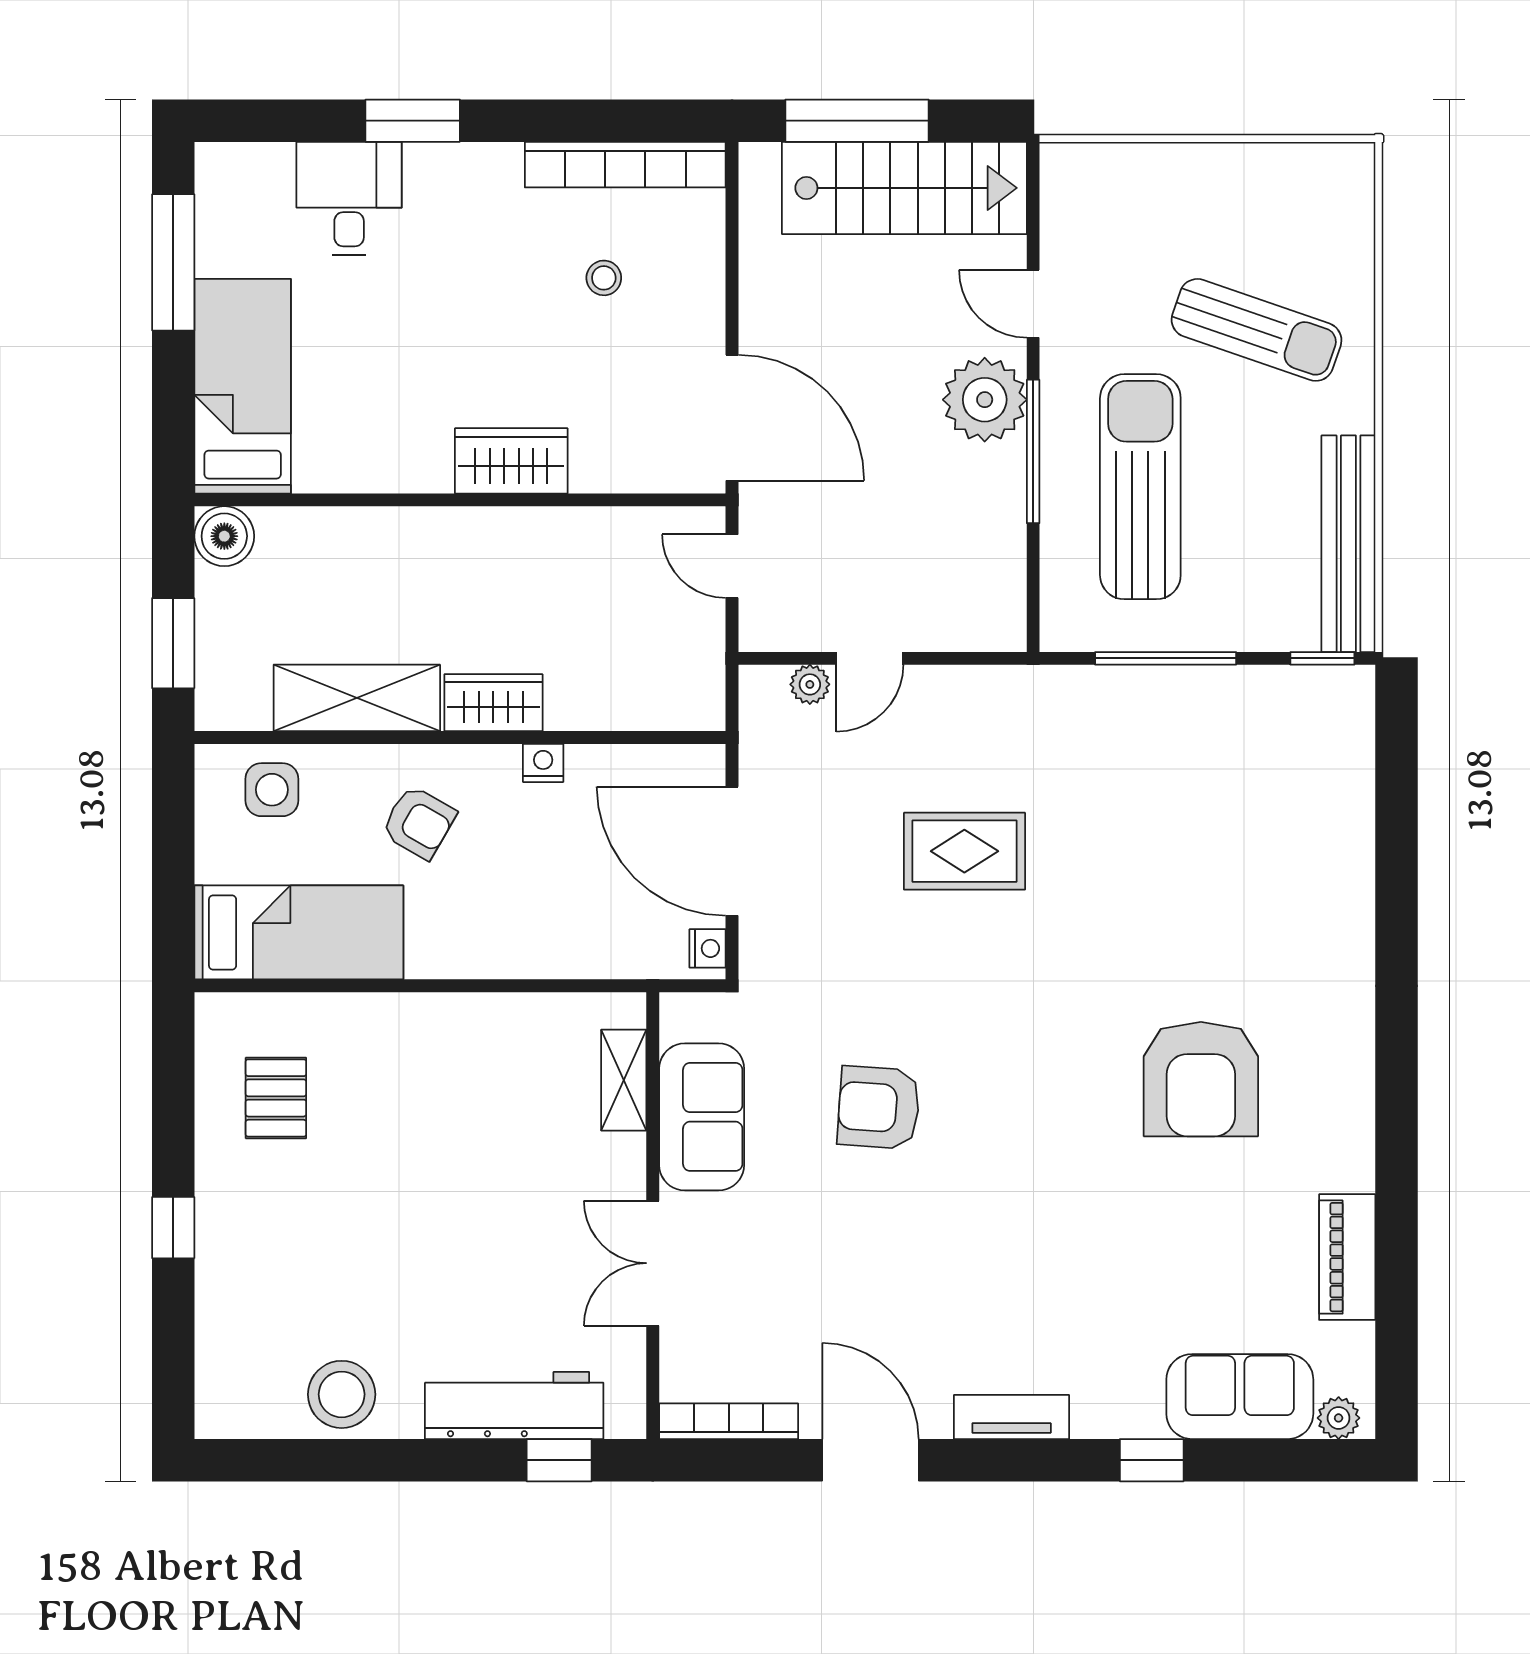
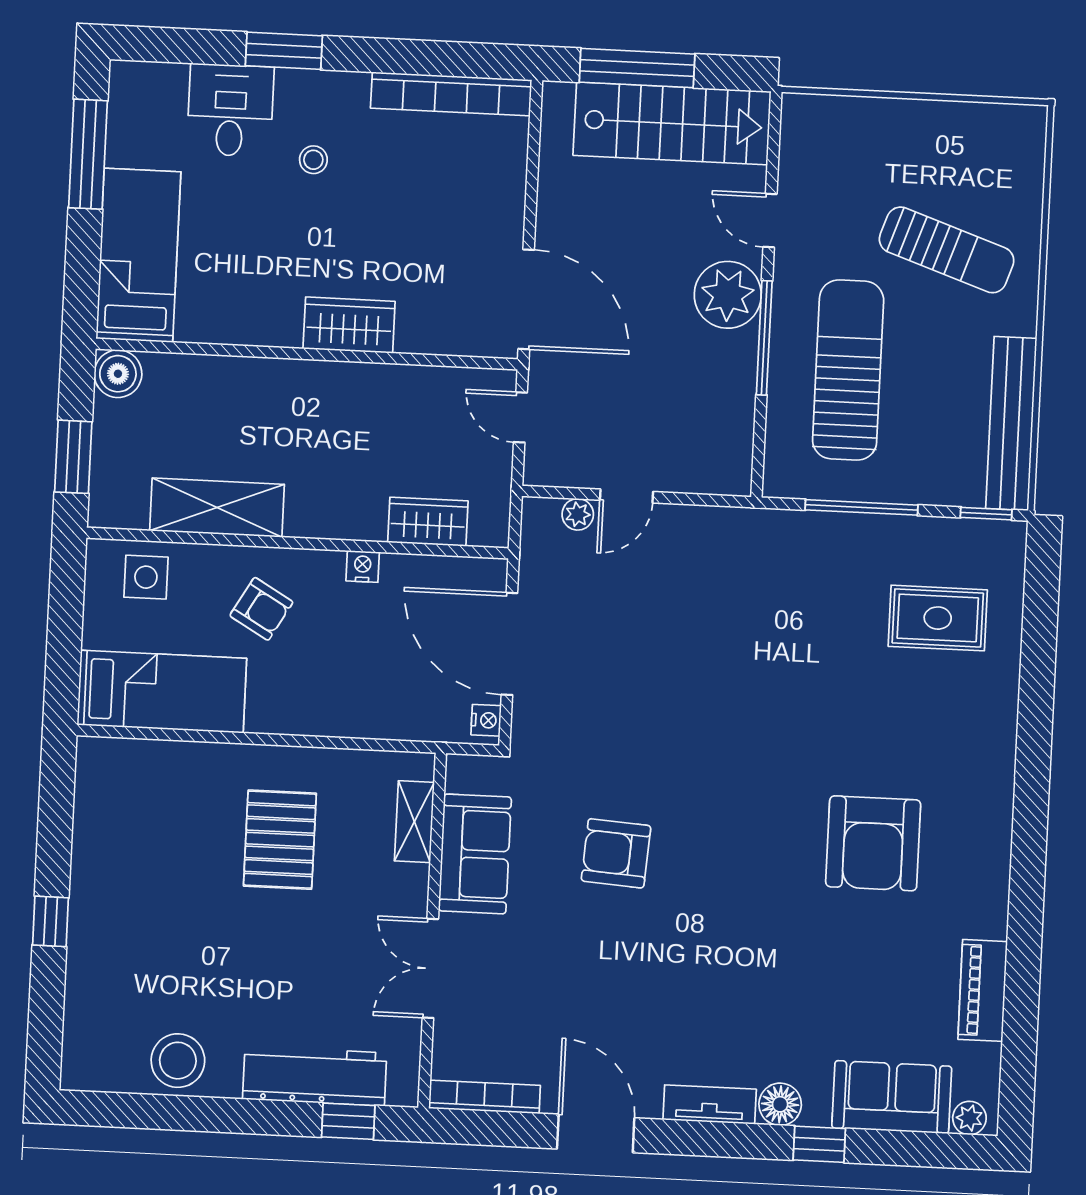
stool: (604, 278) -> (313, 160), moved
wardrobe: (493, 703) -> (428, 522), moved
rug: (964, 851) -> (938, 618), moved
pallet: (276, 1098) -> (280, 840), moved, width x1.50, depth x1.42
floor lamp: (1100, 1412) -> (780, 1104), added

